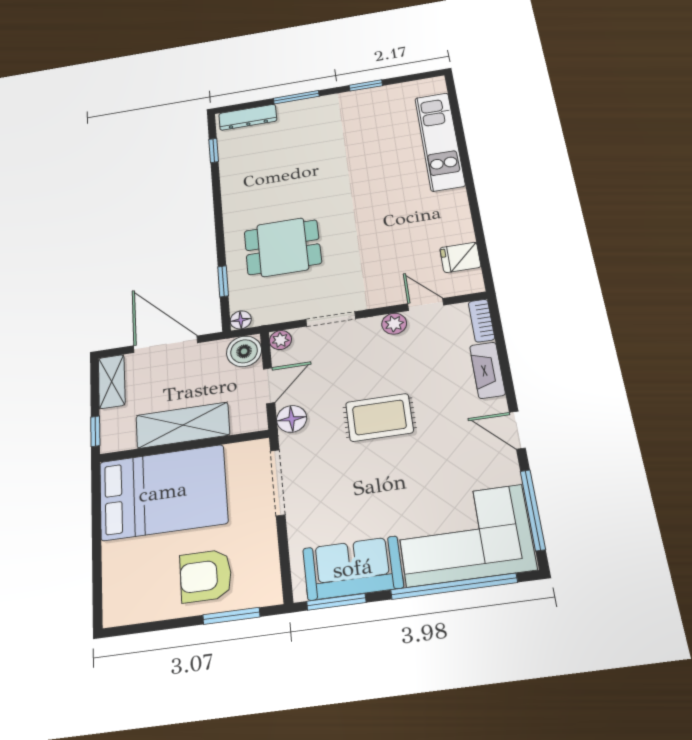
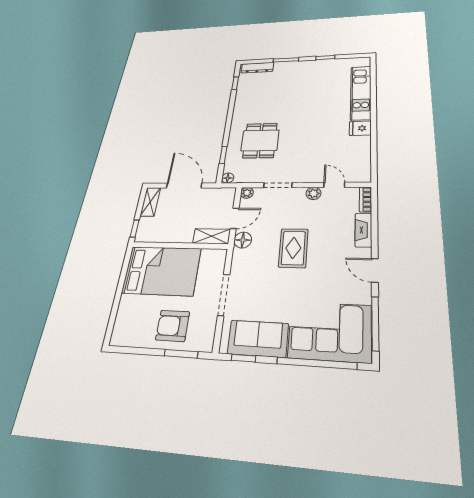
dining table: (283, 247) -> (260, 140), turned 90
fridge: (460, 257) -> (360, 128), moved
boiler: (244, 351) -> (225, 196), removed
rug: (379, 417) -> (293, 248), turned 90
shelving: (183, 425) -> (212, 236), moved, width x0.67, depth x0.75
doorway: (278, 483) -> (224, 295), moved
window: (336, 602) -> (243, 358), width x0.67

